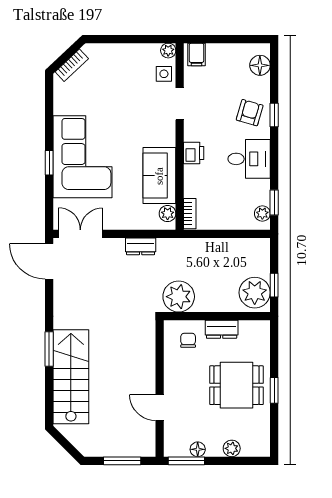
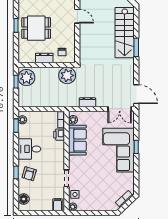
printer: (194, 153) -> (59, 135), moved

